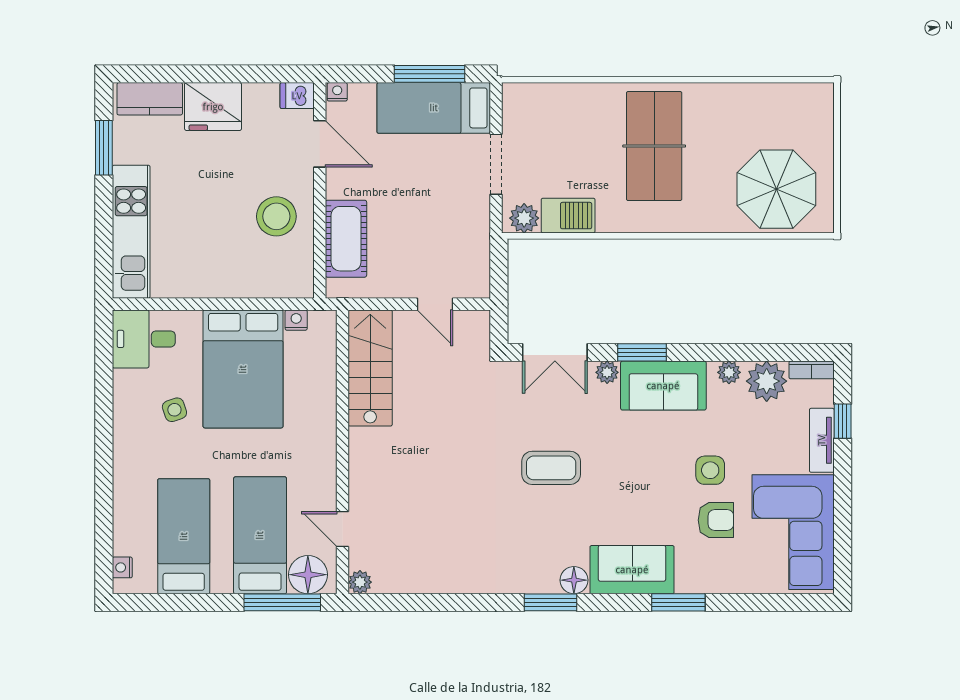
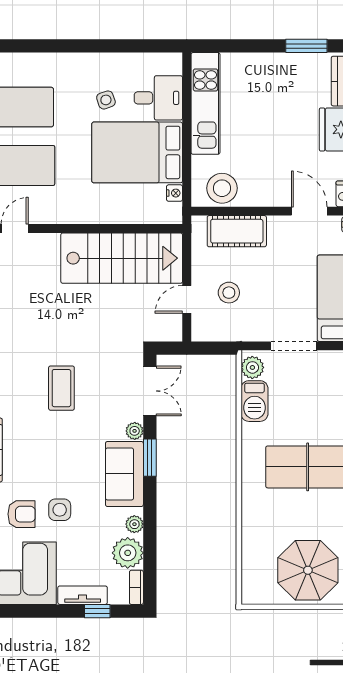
door: (320, 144) -> (309, 211), swing flipped
parasol: (776, 189) -> (308, 570), moved
stool: (276, 216) -> (222, 188), moved
kitchen unit: (131, 232) -> (205, 103), moved, turned -90
stool: (426, 249) -> (229, 293), added
desk: (144, 339) -> (158, 98), moved, turned 90
double door: (555, 352) -> (150, 391), swing flipped
stairs: (370, 368) -> (122, 258), width x1.36, depth x1.51
armchair: (716, 520) -> (22, 514), turned -90

